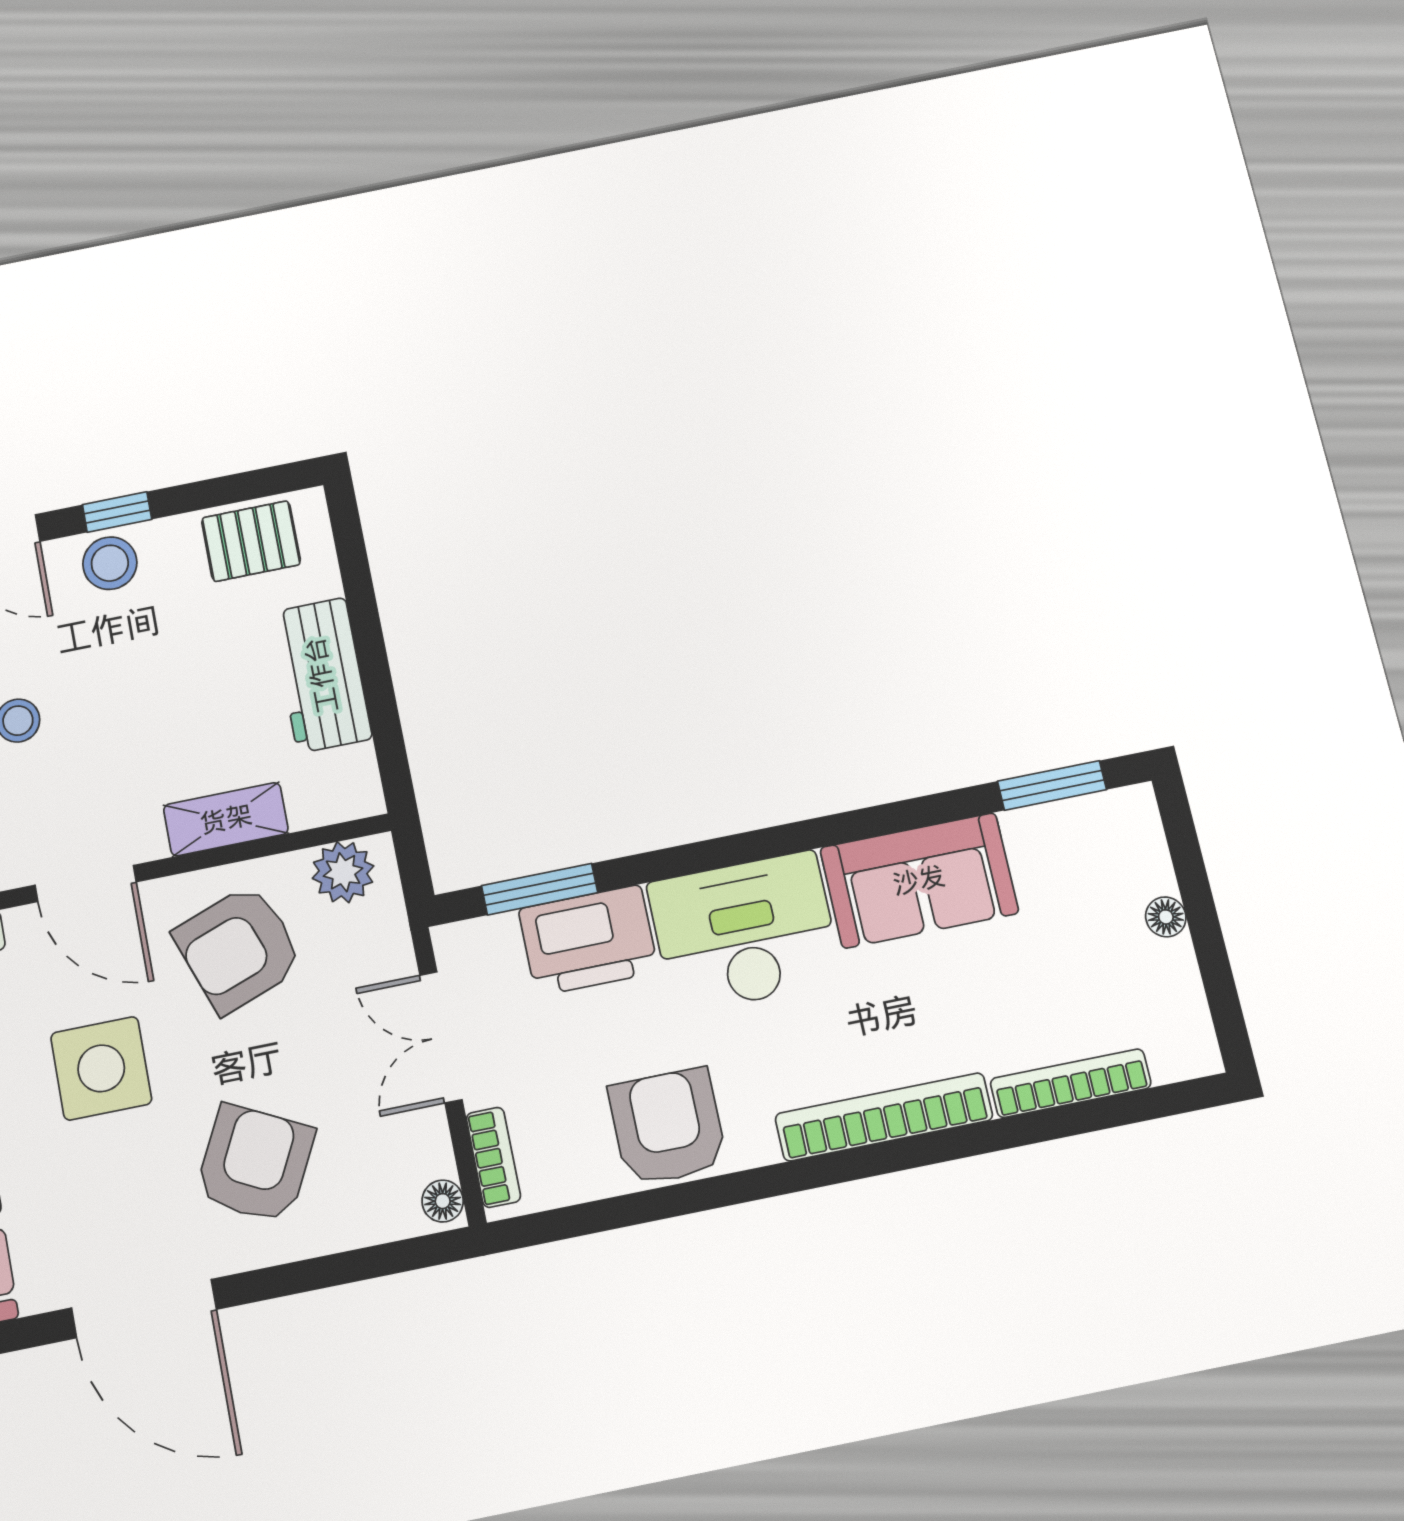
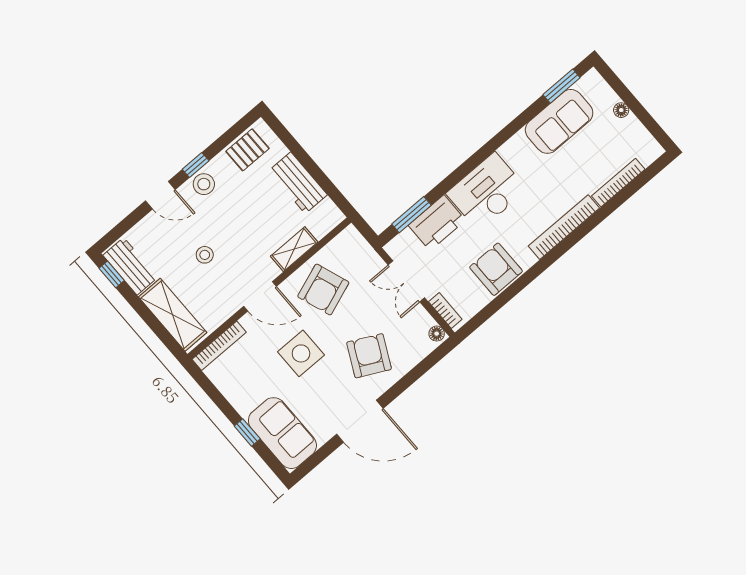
plant: (343, 872) -> (343, 245), removed
sofa: (919, 880) -> (559, 121), moved

